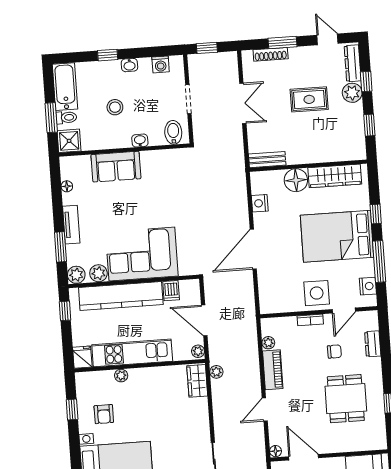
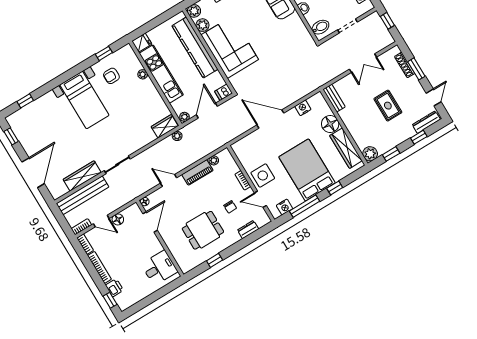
plant: (352, 93) -> (370, 154), moved
dishwasher: (171, 291) -> (224, 92), moved
window: (65, 311) -> (166, 16), removed

